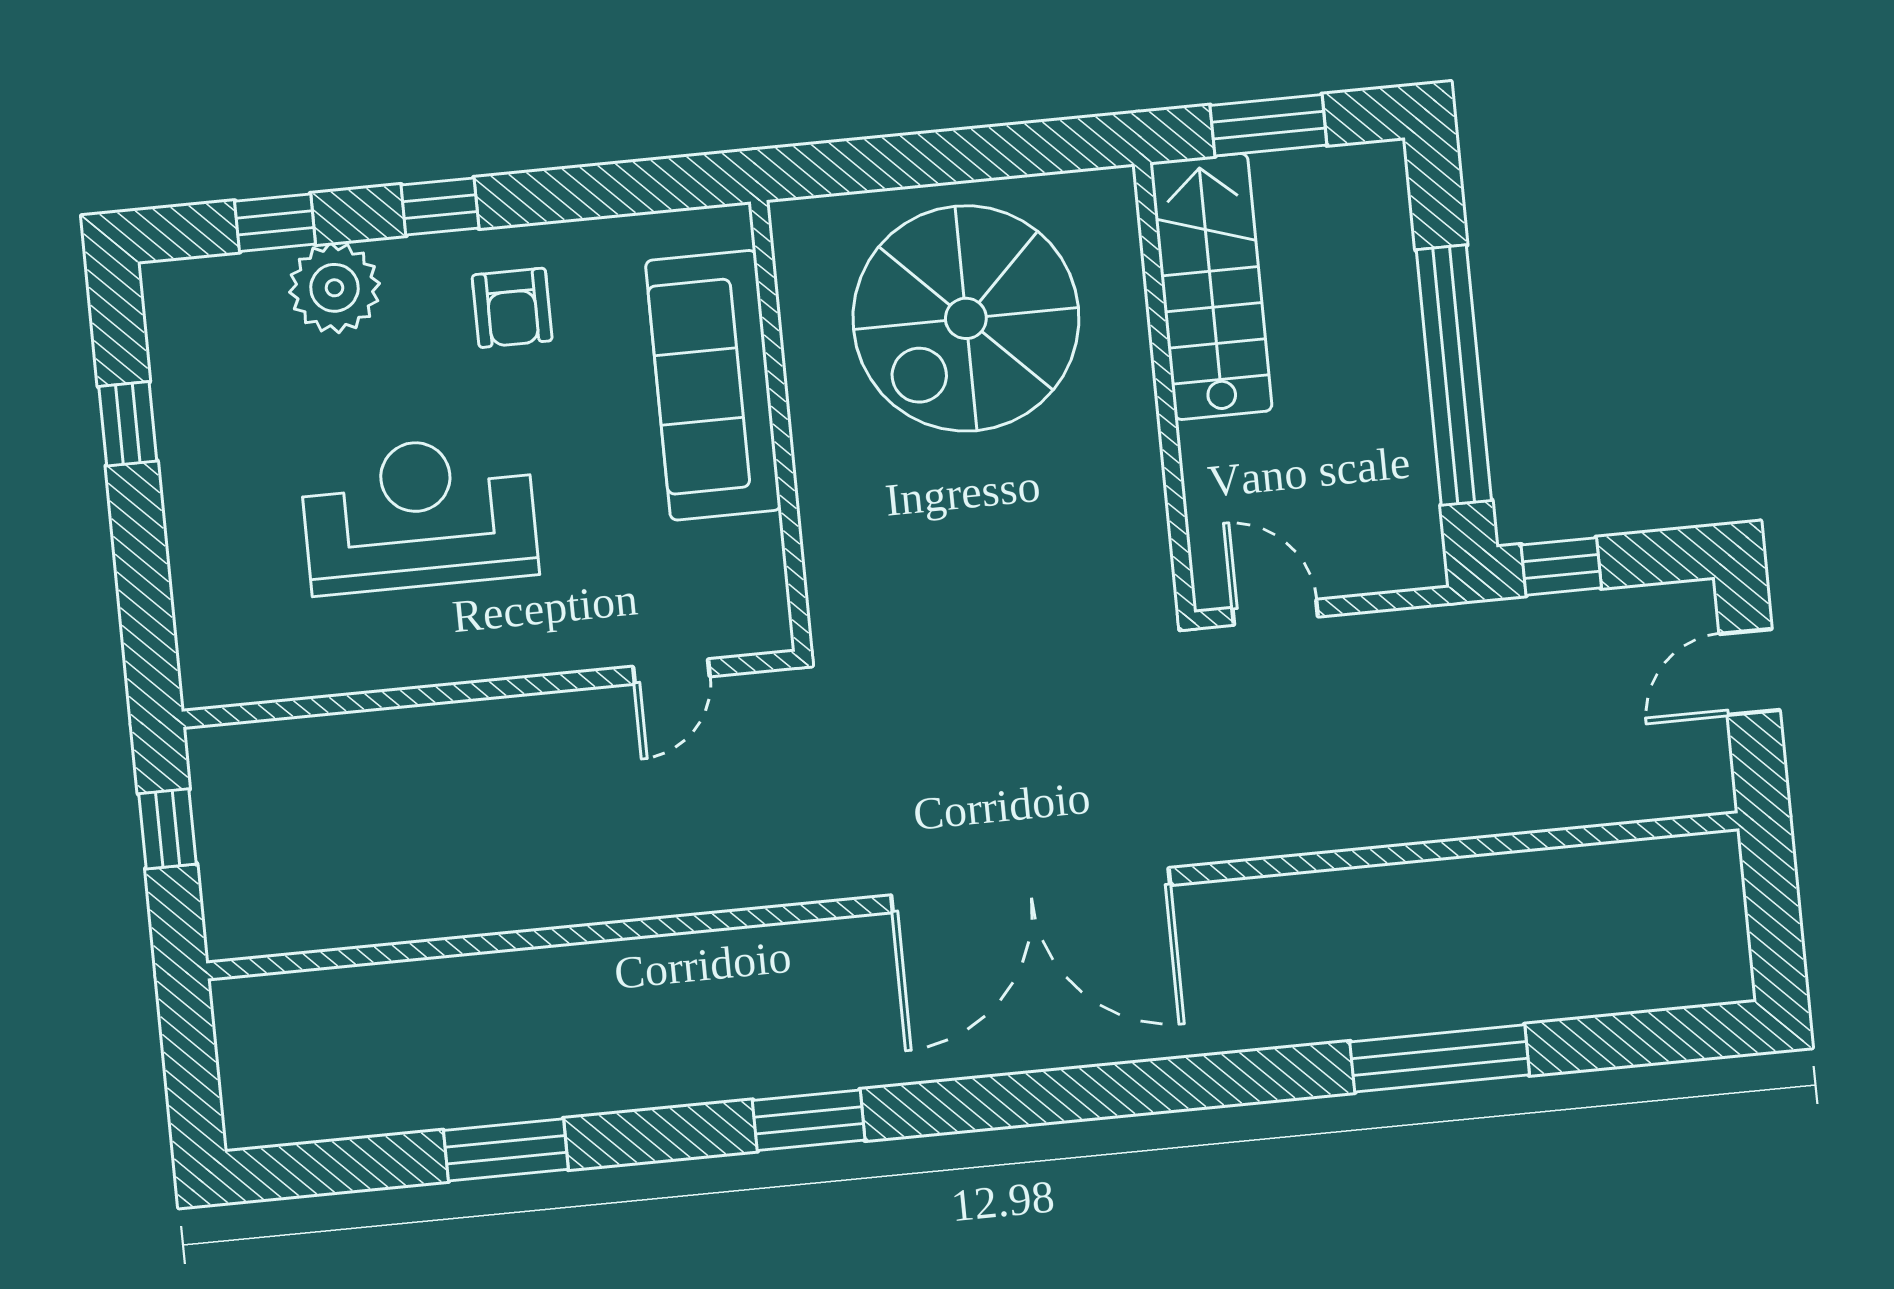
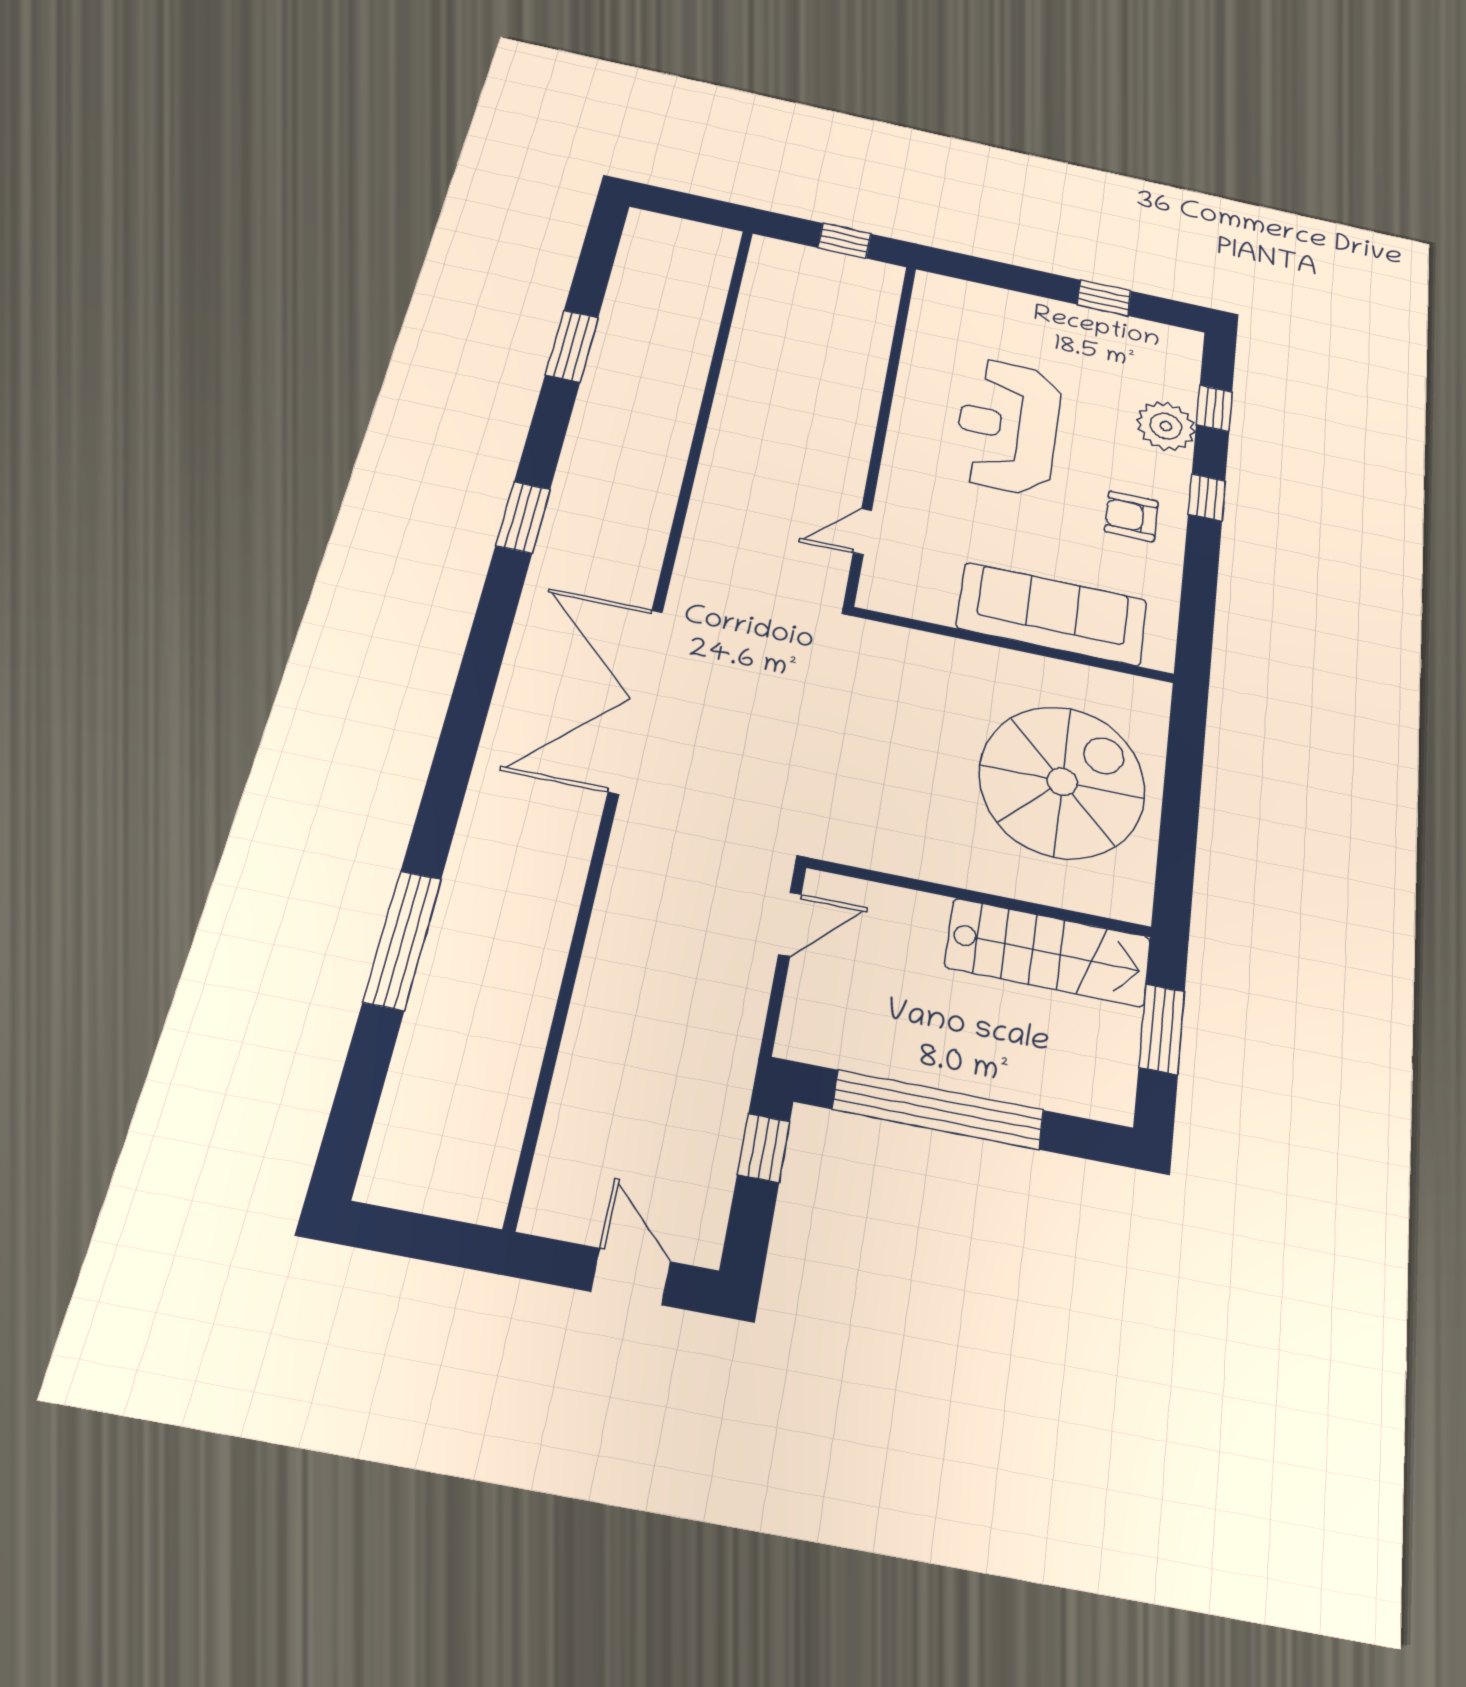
spiral stairs: (966, 318) -> (1062, 782), turned 90
reception desk: (419, 514) -> (1008, 426), turned 180
door: (671, 671) -> (862, 532), hinge flipped

